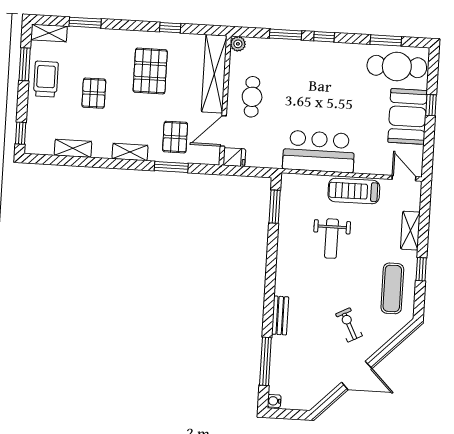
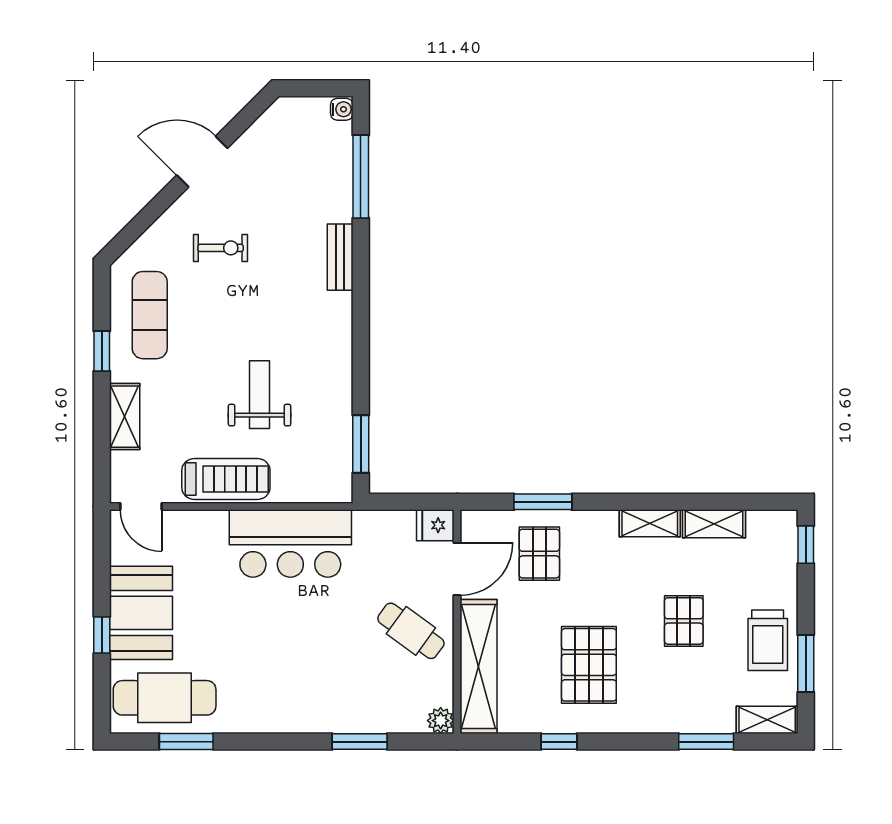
window: (324, 37) -> (293, 742), removed
cafe table: (252, 97) -> (411, 631), turned -54
shelving: (130, 152) -> (650, 523), moved
exercise bike: (349, 325) -> (221, 248), turned -63

